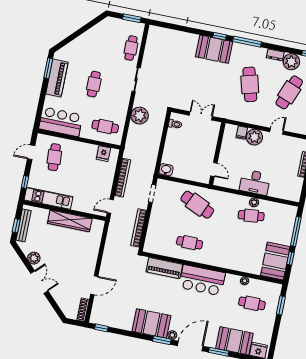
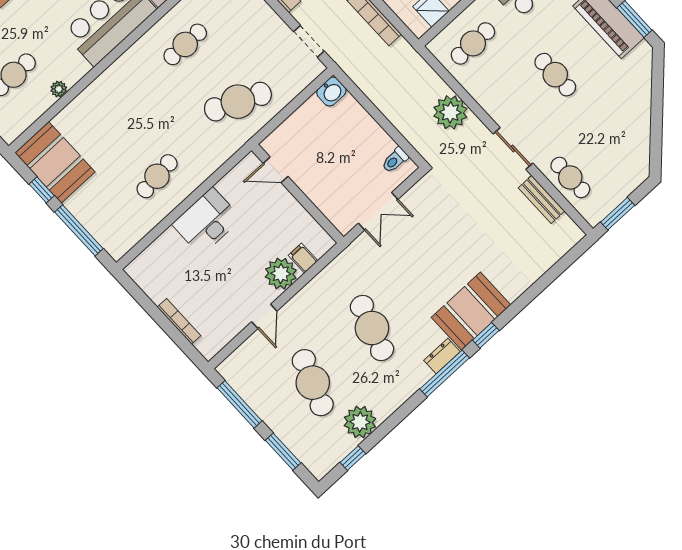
bench: (148, 53) -> (541, 199), added
dresser: (275, 55) -> (442, 356), moved
cafe table: (250, 84) -> (372, 328), turned 33
plant: (254, 202) -> (175, 197), removed

